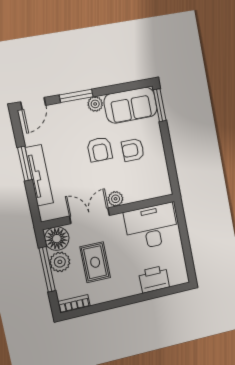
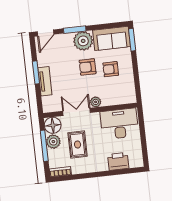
plant: (95, 104) -> (83, 41), width x1.87, depth x1.87
armchair: (100, 149) -> (88, 67), turned 90
tv unit: (39, 175) -> (45, 81), width x0.71

